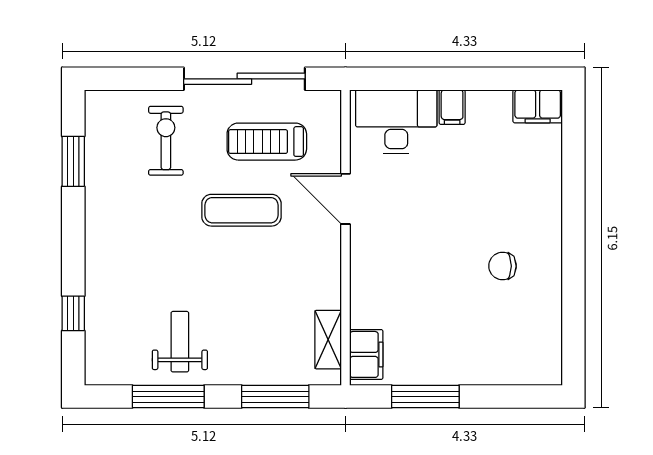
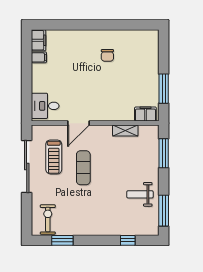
filing cabinet: (452, 107) -> (39, 57), moved
desk: (396, 122) -> (45, 106), width x0.73
exercise bike: (166, 141) -> (48, 219), moved, turned 90
shelving: (328, 340) -> (125, 130), moved
window: (168, 397) -> (164, 211), moved

